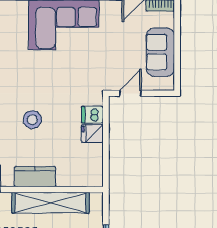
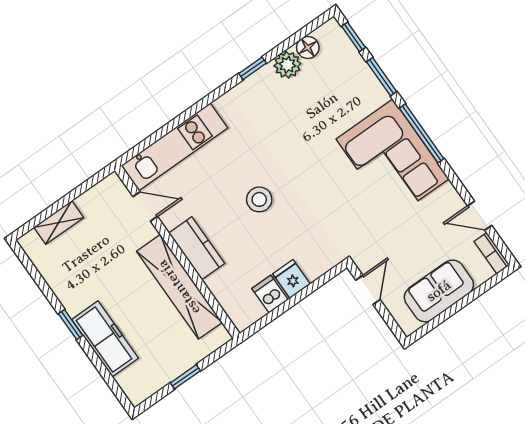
door: (130, 93) -> (368, 290), hinge flipped
dishwasher: (92, 115) -> (270, 294), moved

